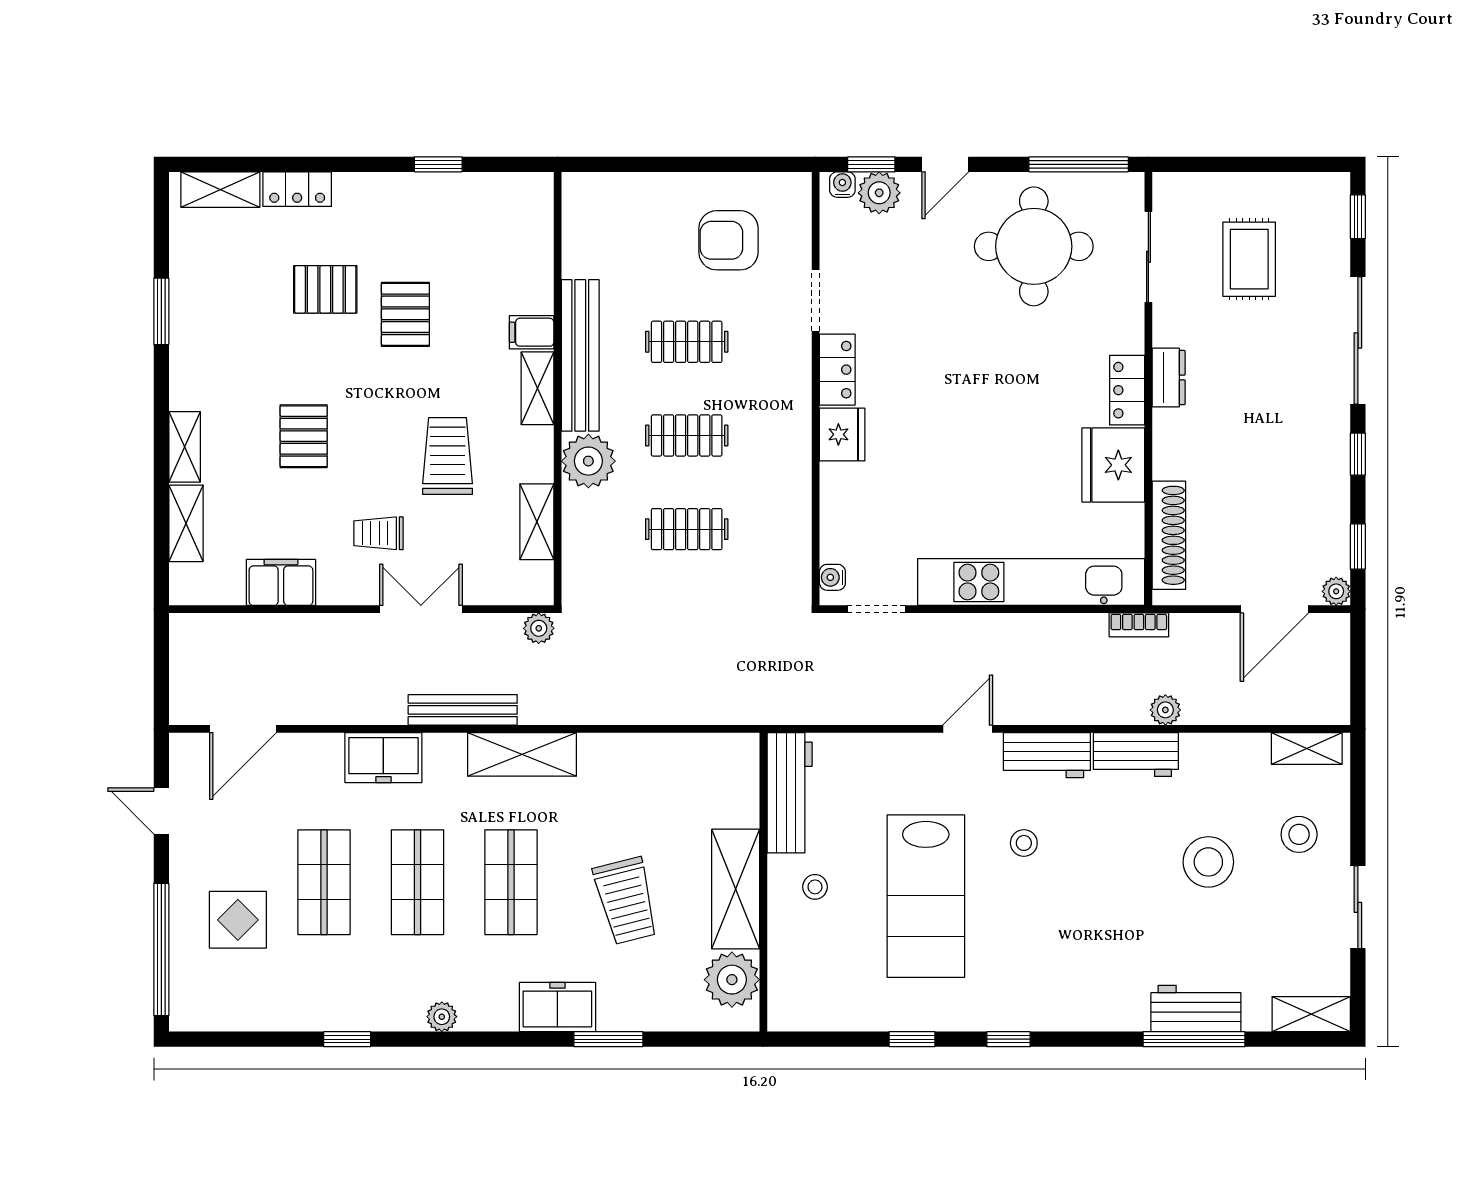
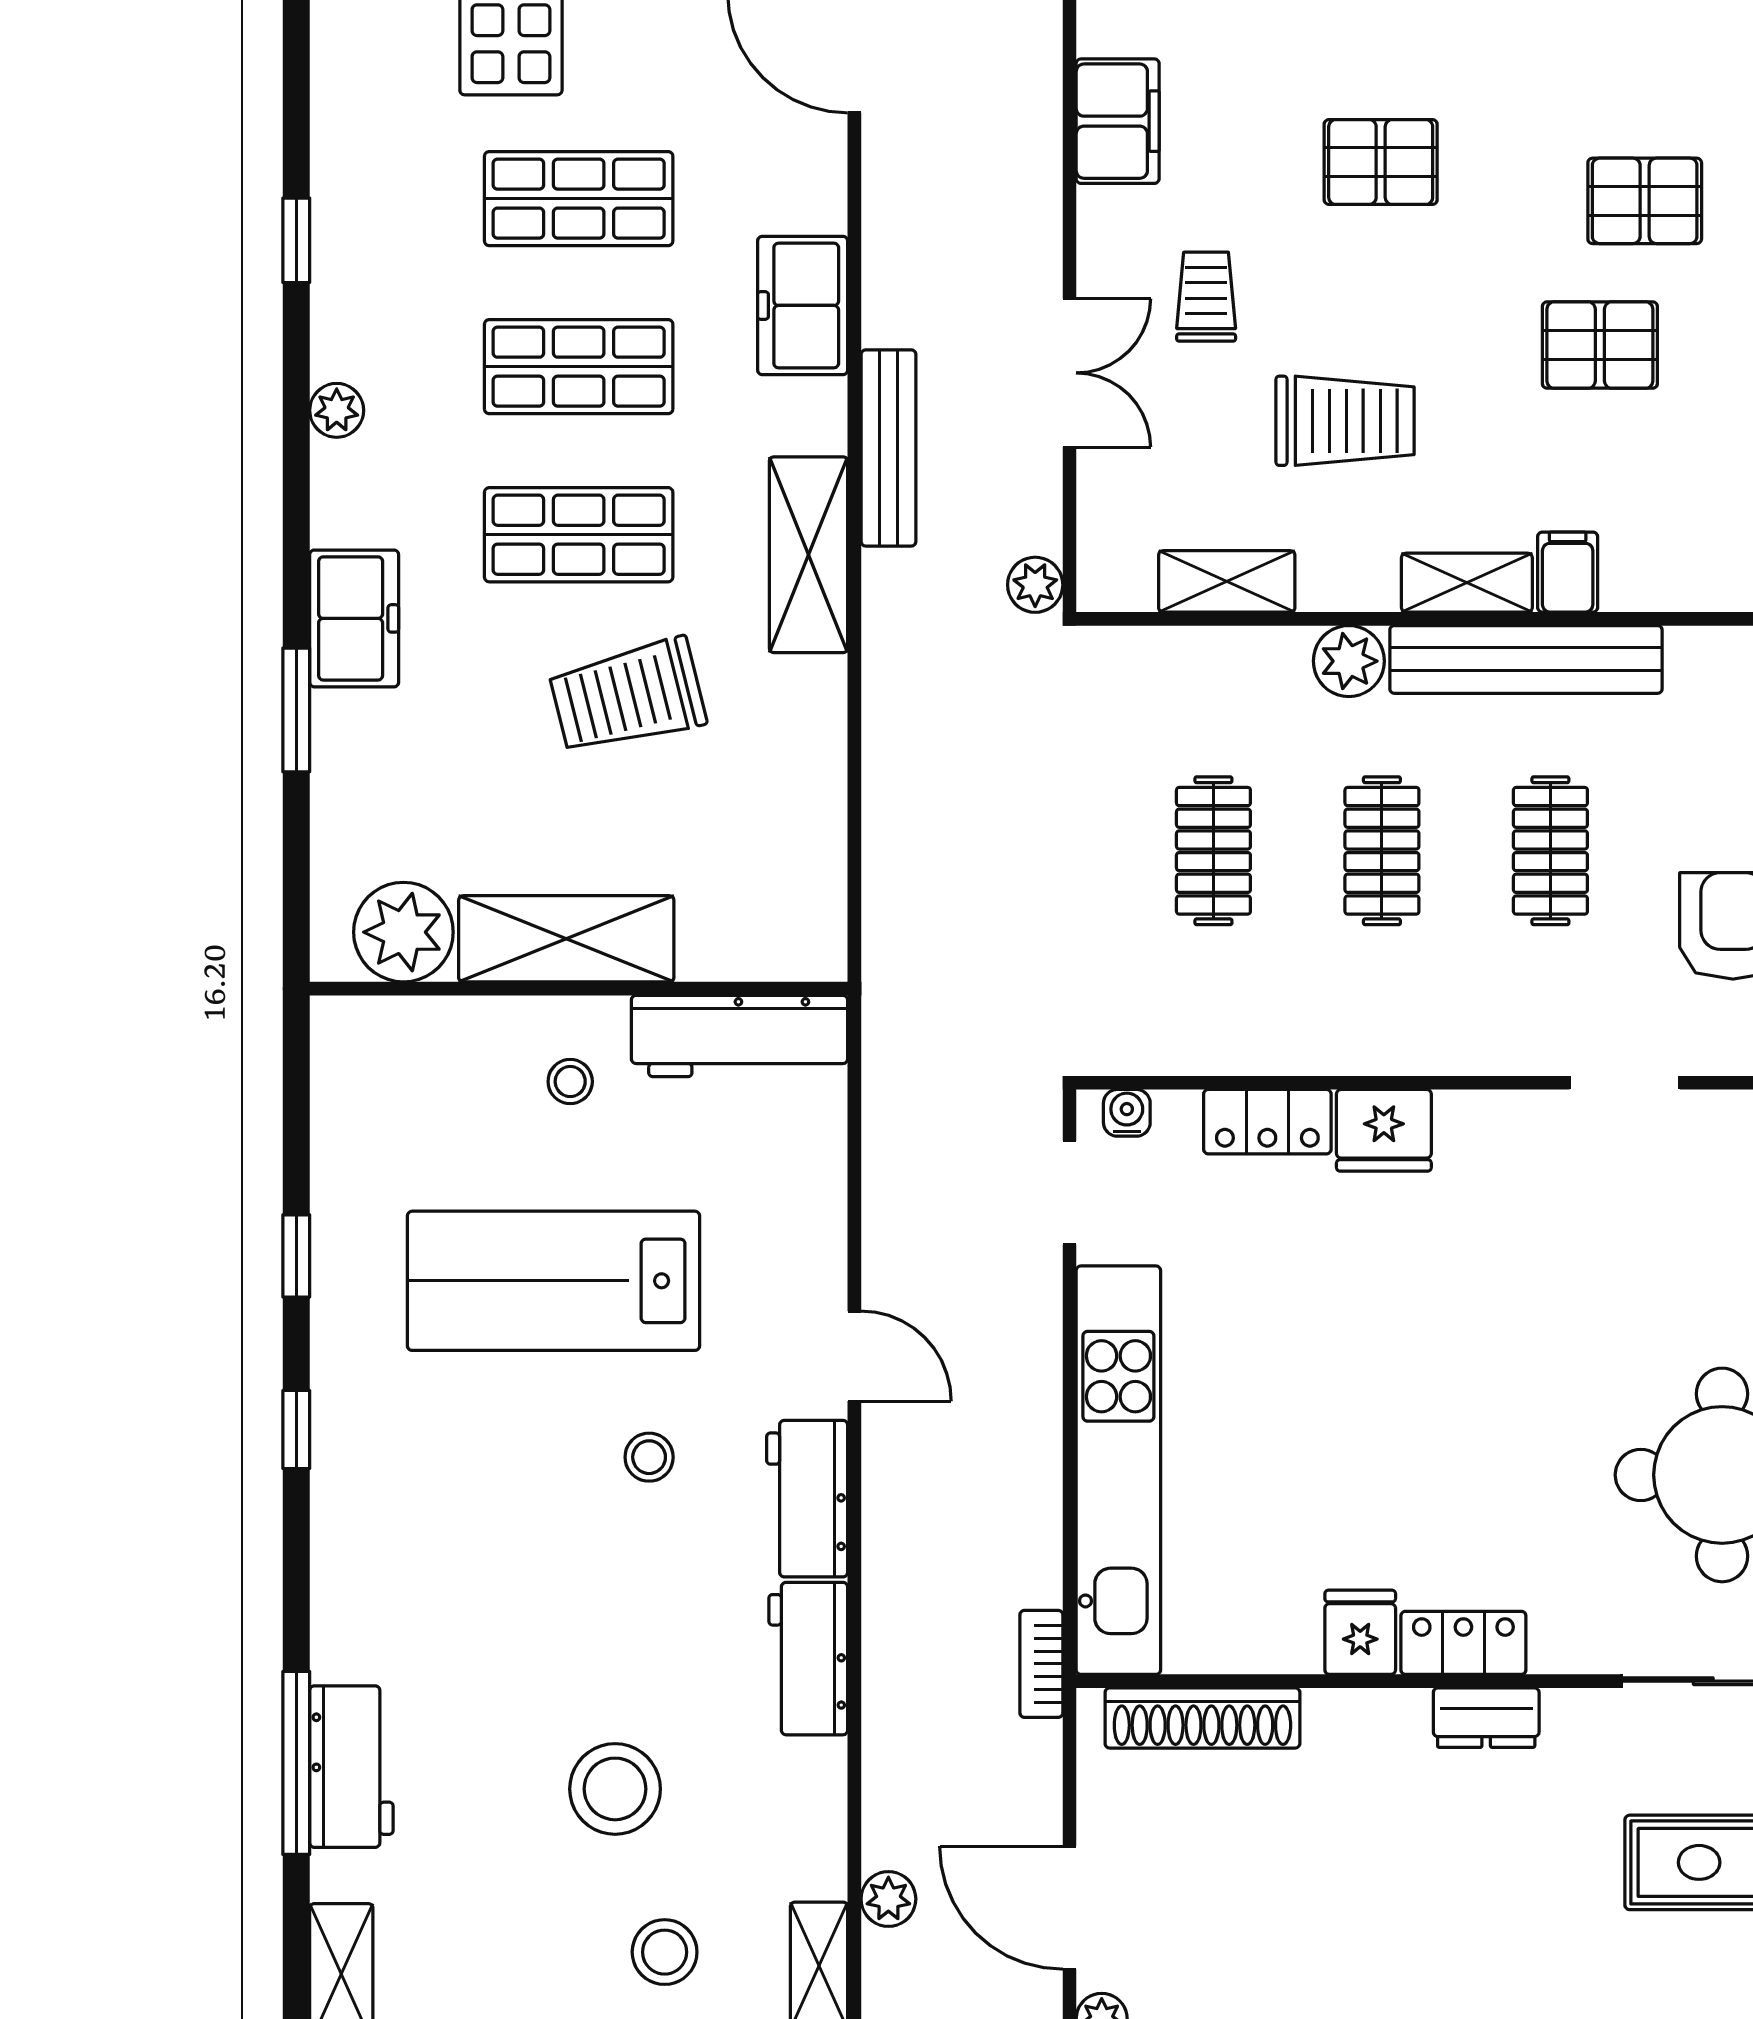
pallet: (325, 289) -> (1645, 201), turned 90
locker: (837, 370) -> (1267, 1122), moved
plant: (588, 461) -> (1349, 661), width x0.73, depth x0.73
fridge: (1113, 465) -> (1360, 1632), width x0.53, depth x0.75
plant: (1165, 710) -> (888, 1899), moved
trolley: (626, 901) -> (628, 696), moved

